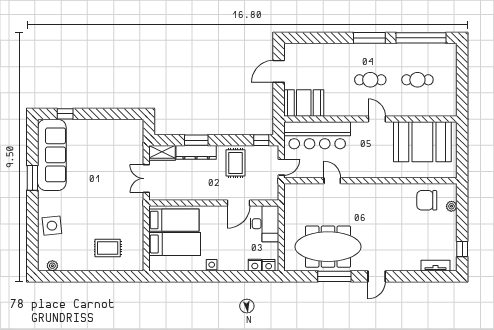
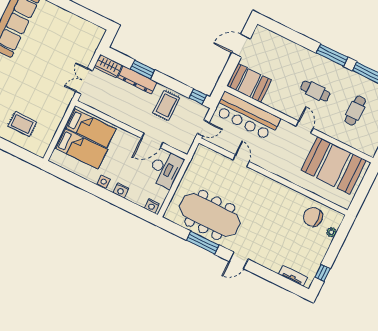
cafe table: (417, 80) -> (355, 111), turned 90
nightstand: (255, 265) -> (121, 191), moved

